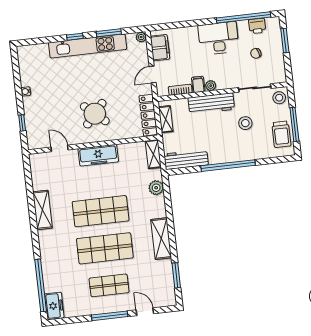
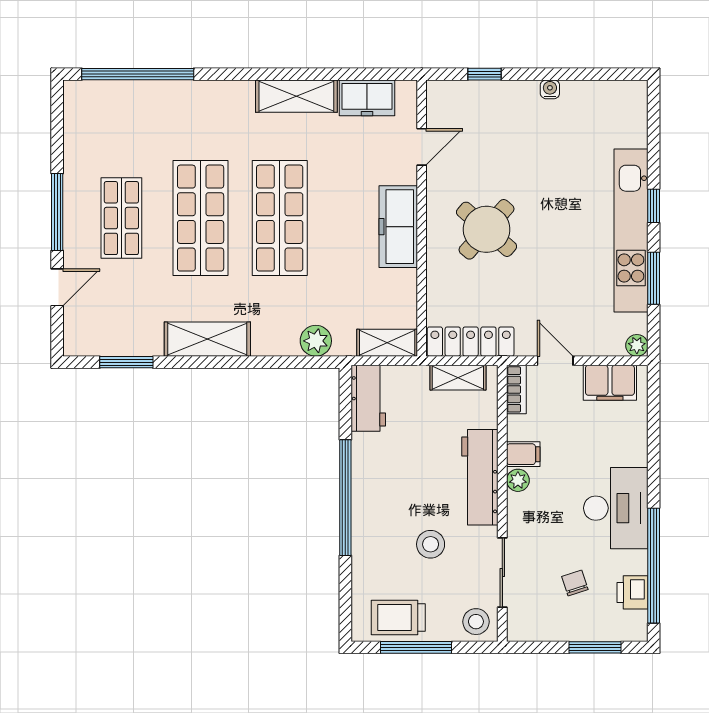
bookcase: (180, 90) -> (516, 389), moved
workbench: (186, 159) -> (368, 398), width x0.73
freezer: (54, 306) -> (367, 98), moved

